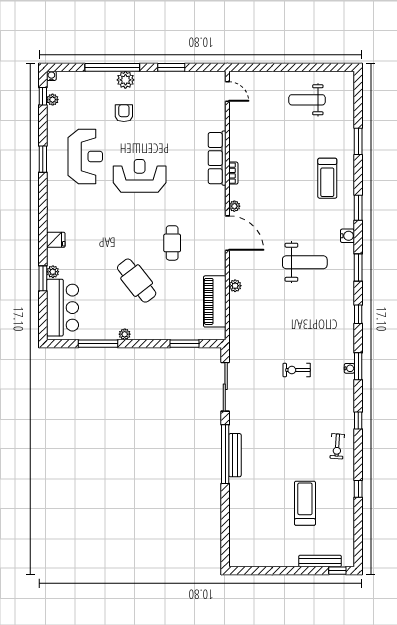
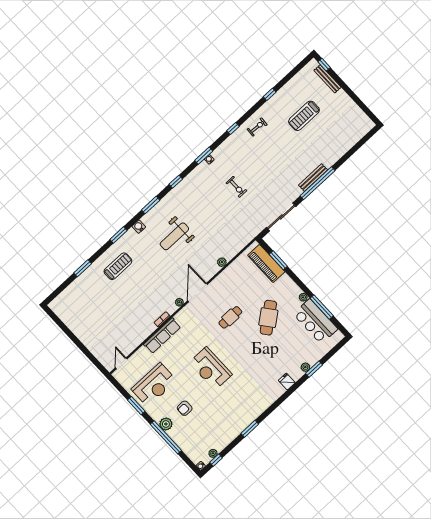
weight bench: (307, 100) -> (86, 316), removed
reception desk: (85, 157) -> (154, 385), moved, turned 180
weight bench: (305, 262) -> (174, 236), turned -90
piano: (215, 301) -> (266, 263), moved, turned 90
bar counter: (63, 308) -> (315, 321), moved, turned -90

